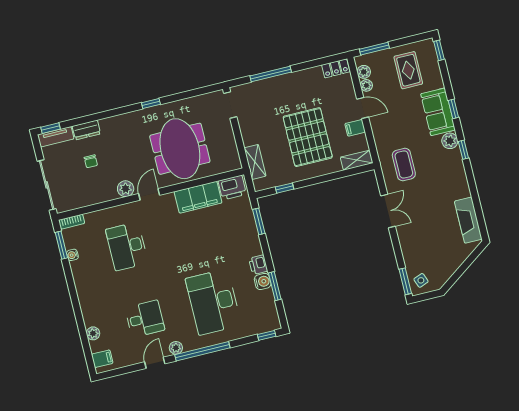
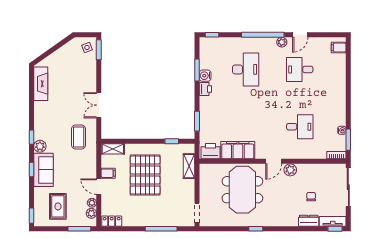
desk: (127, 246) -> (300, 127), width x0.73
desk: (213, 302) -> (246, 69), width x0.73, depth x0.77
plant: (93, 333) -> (341, 68), removed

